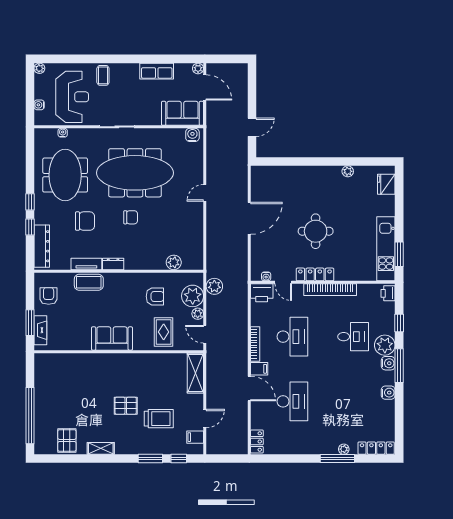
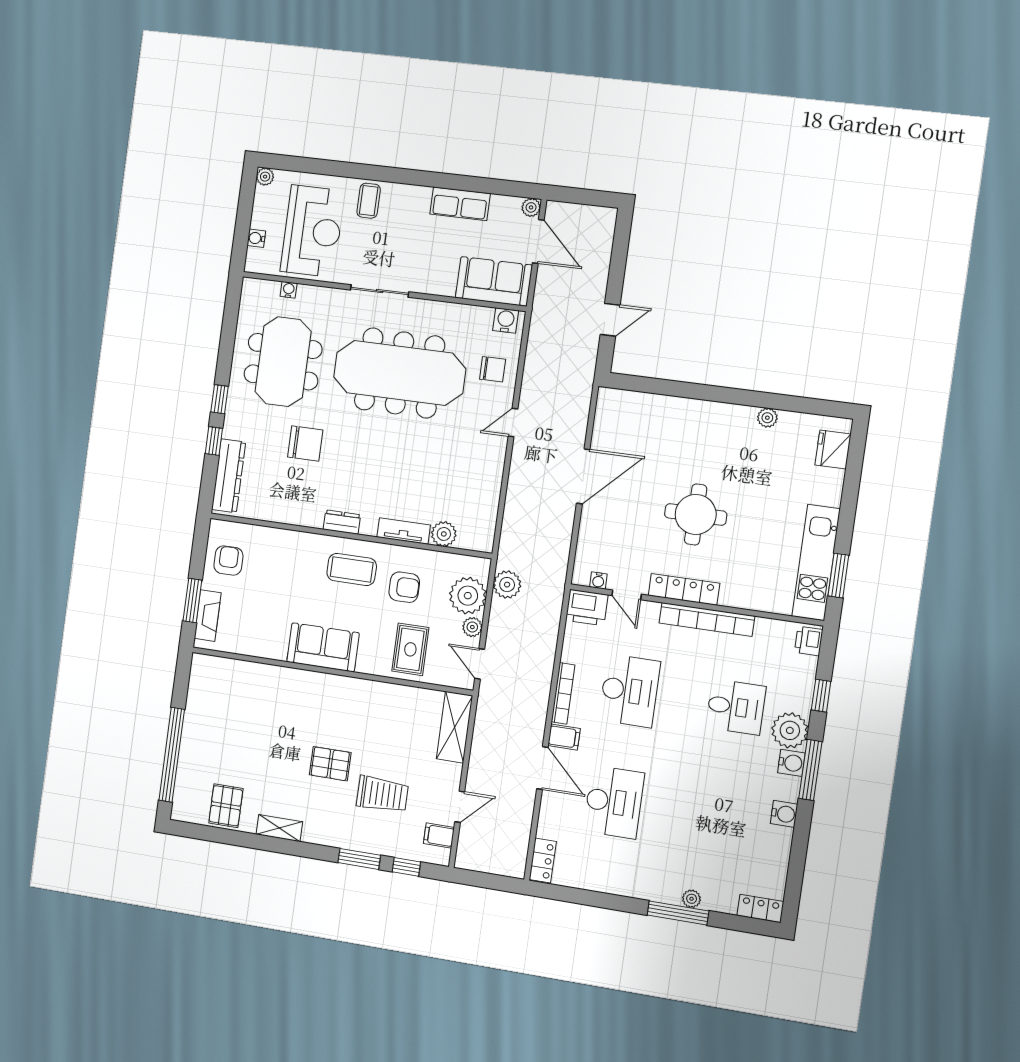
chair: (131, 217) -> (493, 369), moved
tv unit: (86, 264) -> (404, 531), moved
coffee table: (89, 282) -> (352, 569), moved
locker: (376, 448) -> (760, 908), width x0.66

